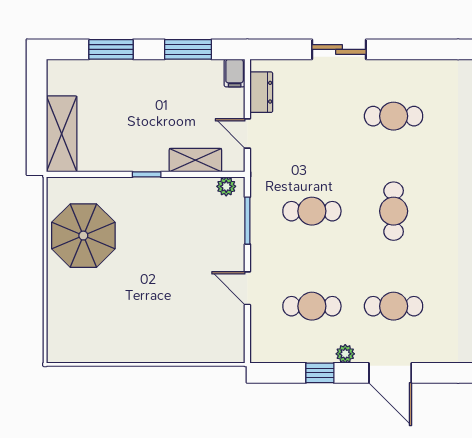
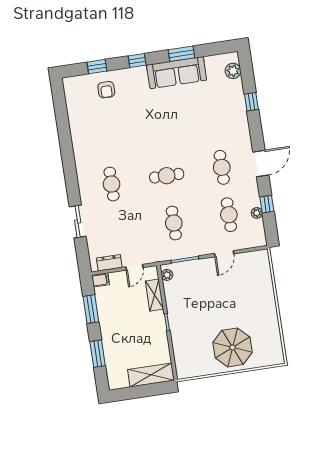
parasol: (83, 236) -> (233, 347), moved
plant: (345, 354) -> (257, 213), moved

